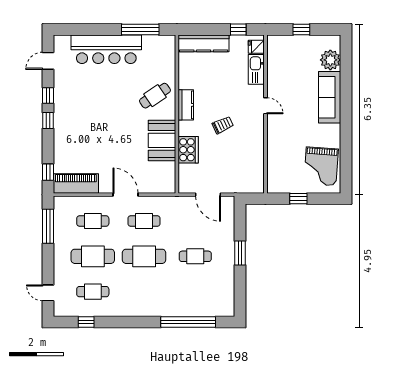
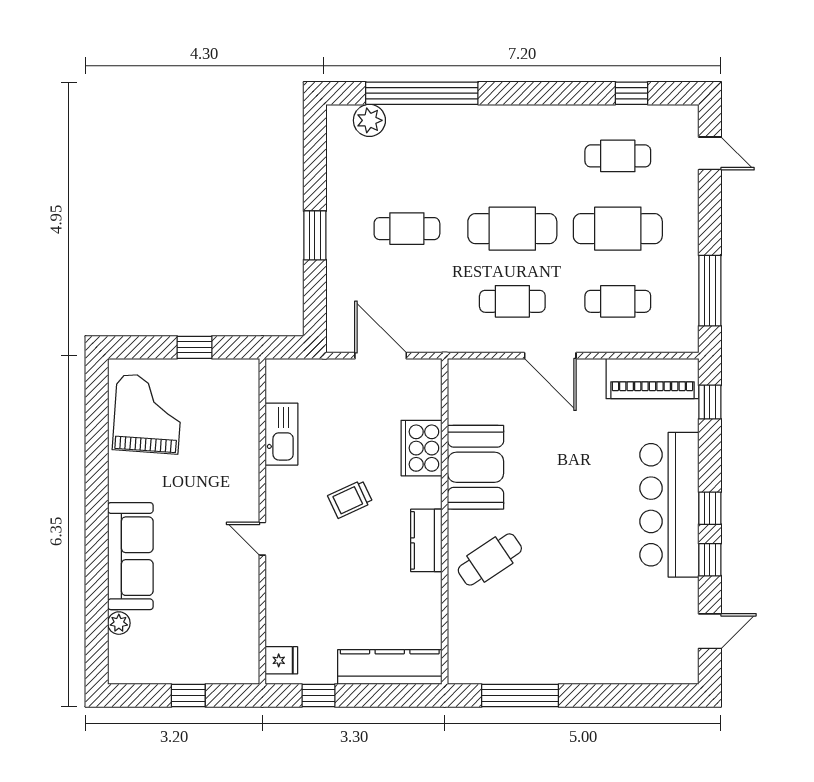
bar counter: (106, 49) -> (669, 505), moved, turned -90
plant: (330, 60) -> (119, 623), width x0.53, depth x0.53
kitchen sink: (256, 69) -> (281, 434), moved
plant: (213, 309) -> (369, 120), added

